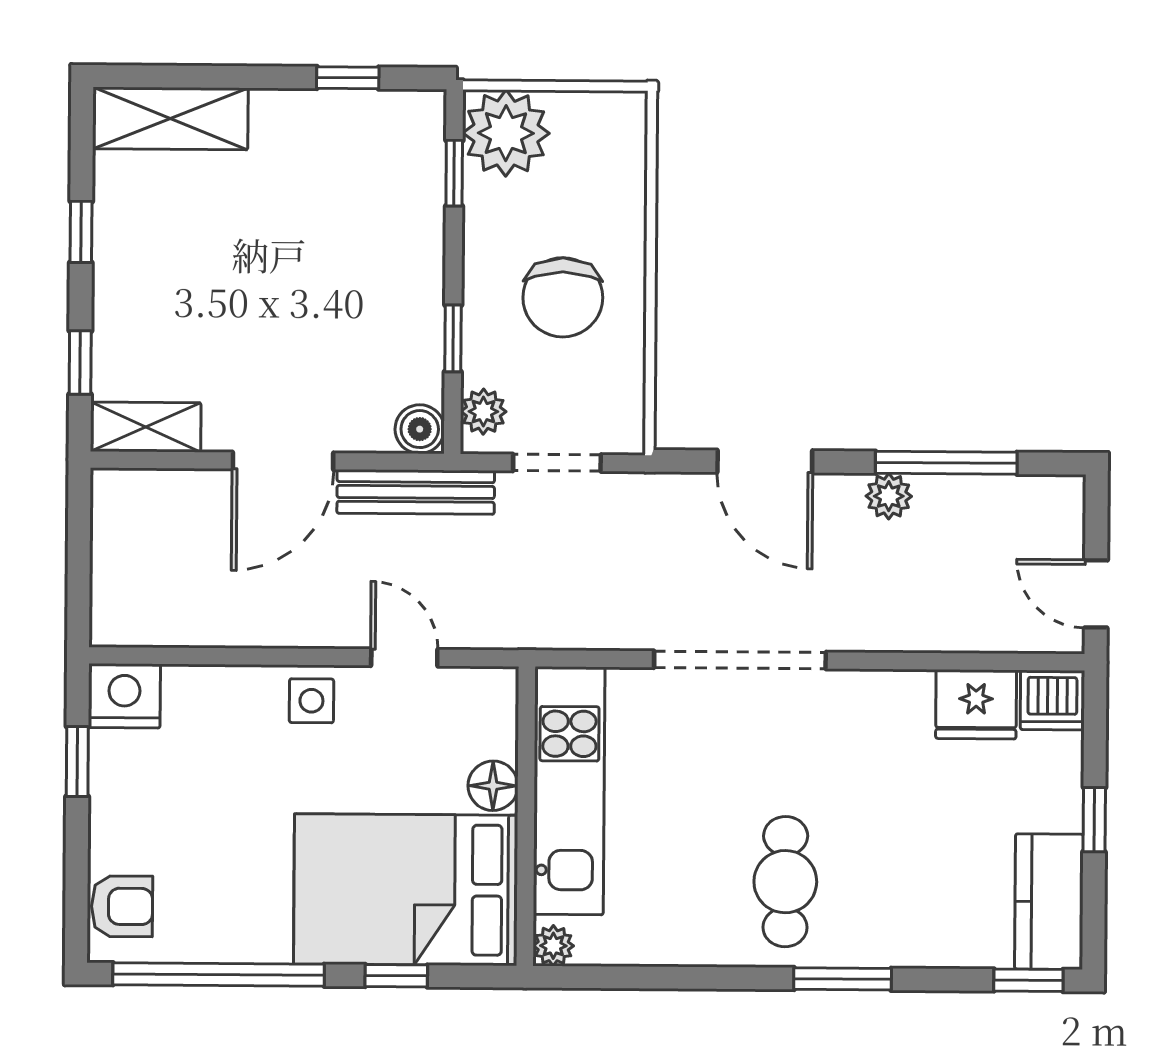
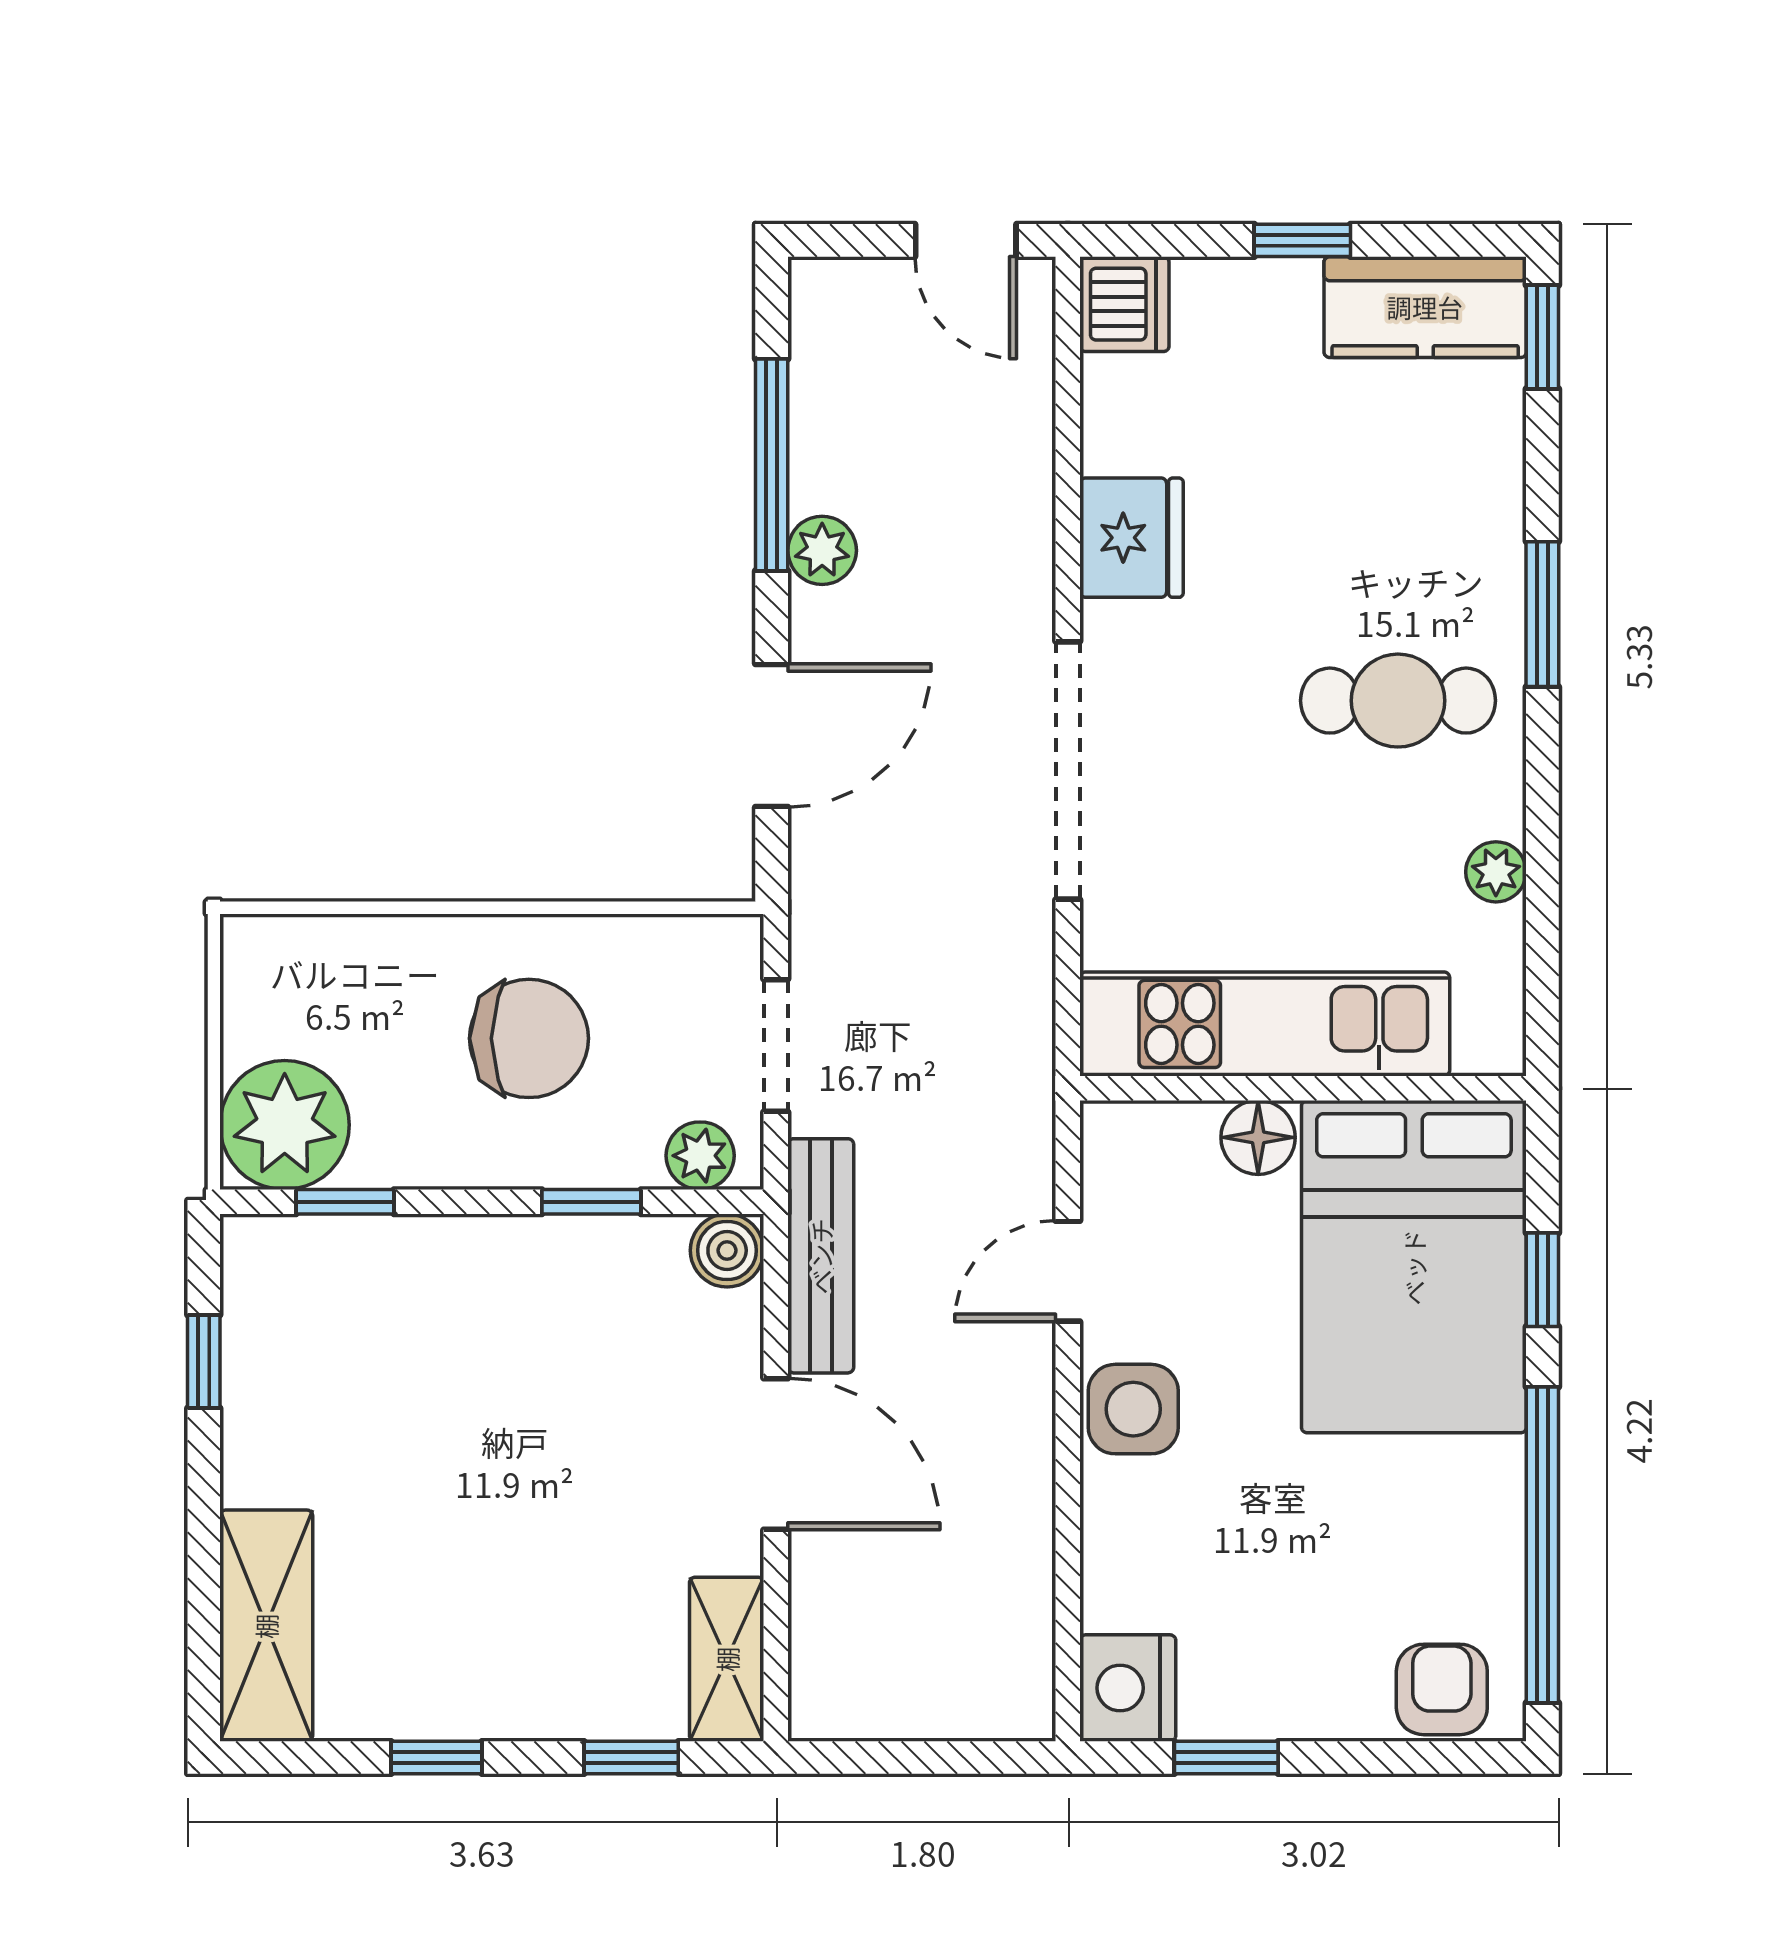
door: (1096, 594) -> (966, 240), hinge flipped
side table: (311, 701) -> (1133, 1409), width x1.37, depth x1.37
fridge: (976, 704) -> (1131, 538), moved
plant: (553, 946) -> (1496, 872), moved

